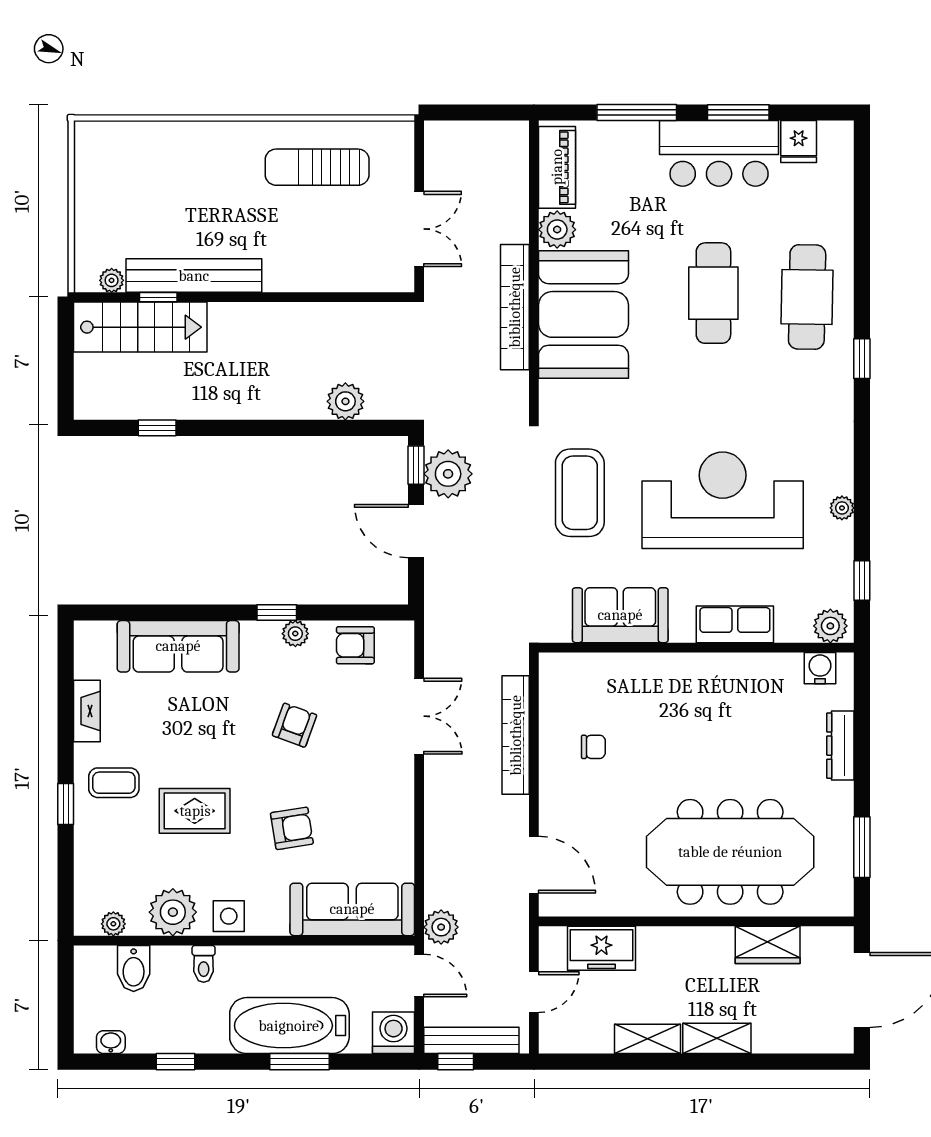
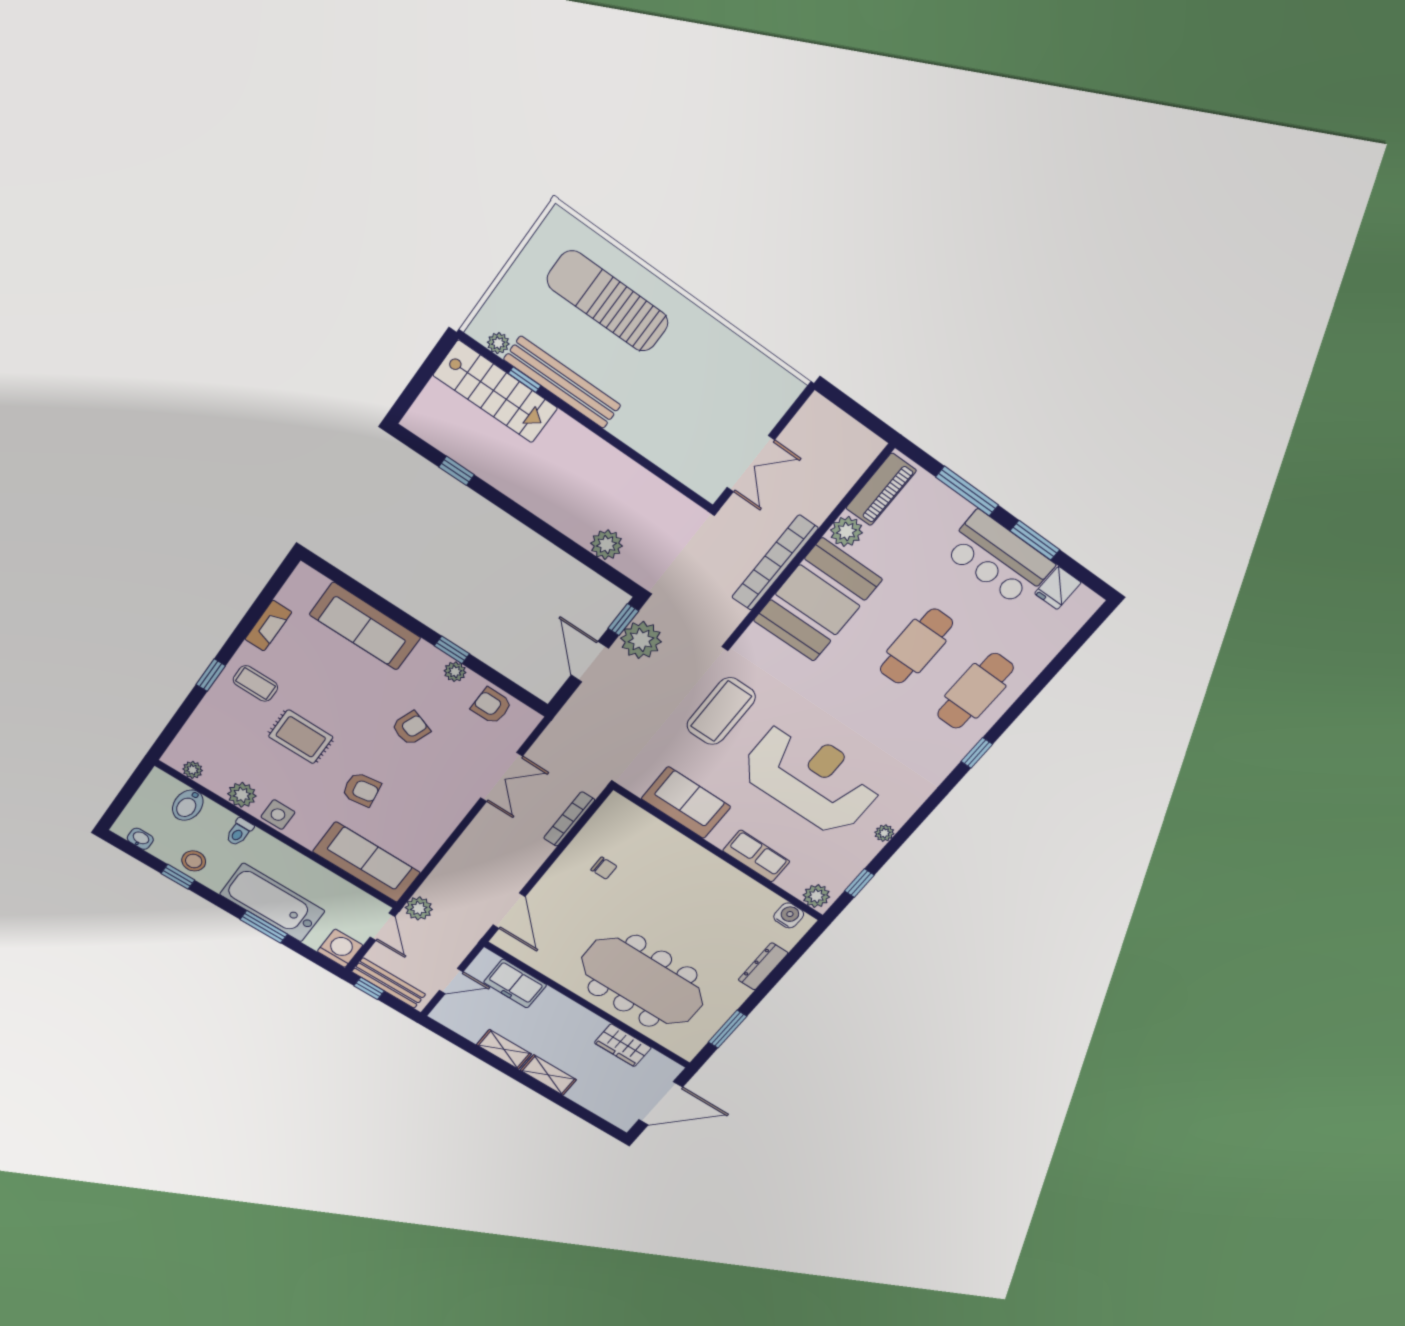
sun lounger: (317, 167) -> (608, 301), moved, width x1.36, depth x1.34
bookcase: (516, 735) -> (569, 819), width x0.68, depth x0.76
plant: (173, 912) -> (242, 795), width x0.73, depth x0.73
stool: (180, 1031) -> (194, 861), added

